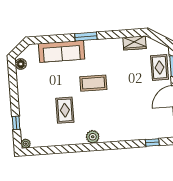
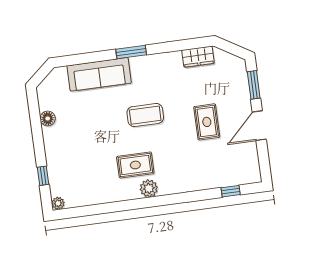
floor lamp: (21, 64) -> (48, 118), moved
rug: (160, 67) -> (207, 122), moved
rug: (65, 110) -> (135, 165), moved, turned 90

